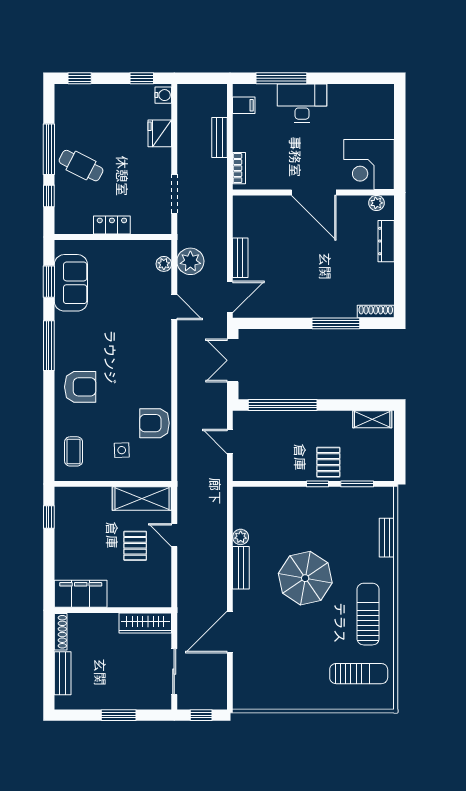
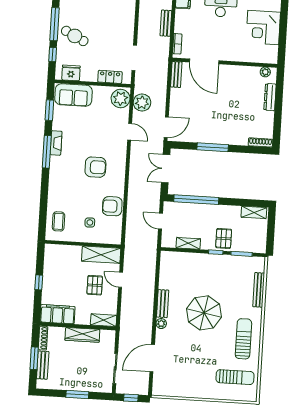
fridge: (160, 133) -> (71, 73), moved, turned 90
corner desk: (369, 165) -> (263, 28), moved
door: (314, 192) -> (204, 61), moved
locker: (112, 225) -> (110, 77), moved
bench: (240, 258) -> (176, 74), moved
plant: (164, 264) -> (121, 99), width x1.88, depth x1.88
sofa: (71, 283) -> (73, 95), moved, turned 90
window: (336, 323) -> (213, 147), moved
fireplace: (62, 331) -> (56, 143), added
armchair: (80, 387) -> (95, 167), moved
shelving: (274, 473) -> (188, 243), added
window: (49, 517) -> (39, 282), moved
plant: (241, 537) -> (161, 324), moved
bench: (387, 538) -> (259, 290), width x1.36
shelving: (152, 599) -> (104, 320), added
wardrobe: (145, 623) -> (82, 335), moved
door: (230, 632) -> (152, 358), moved
window: (49, 663) -> (34, 358), added

